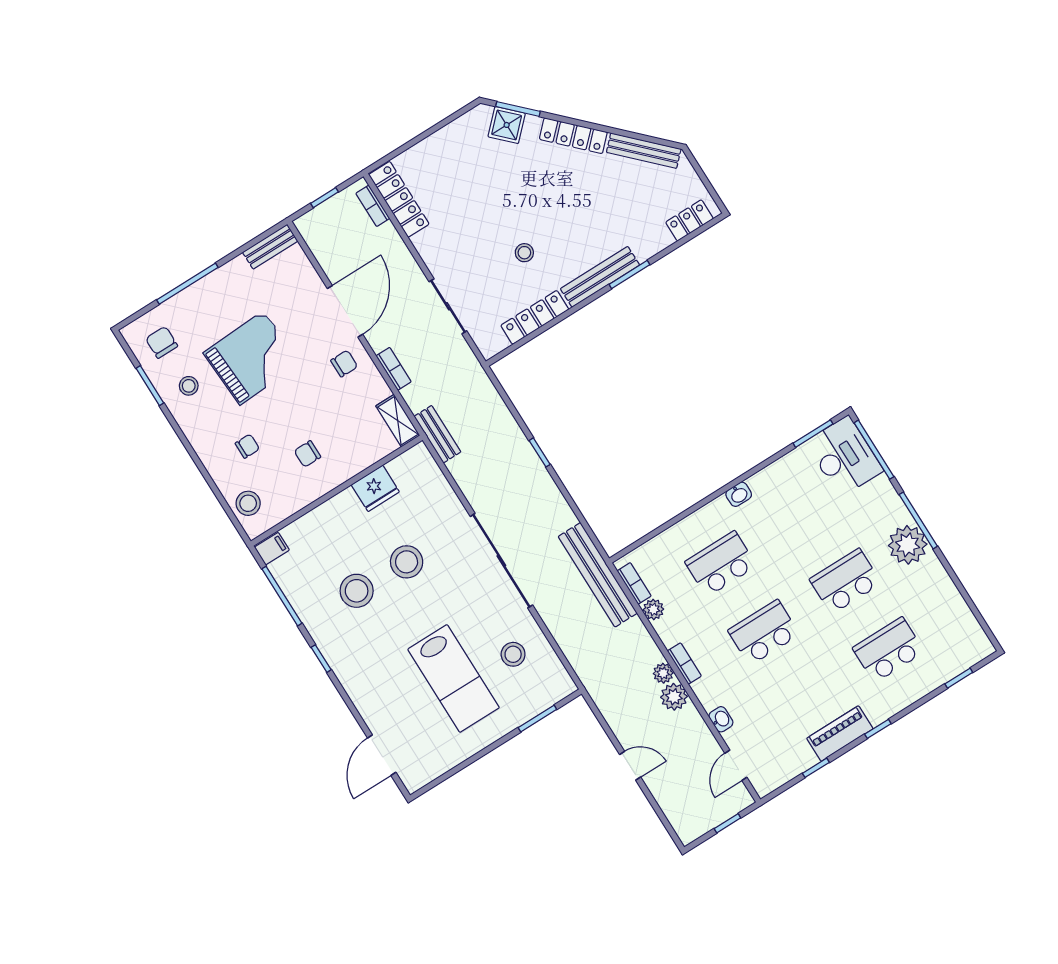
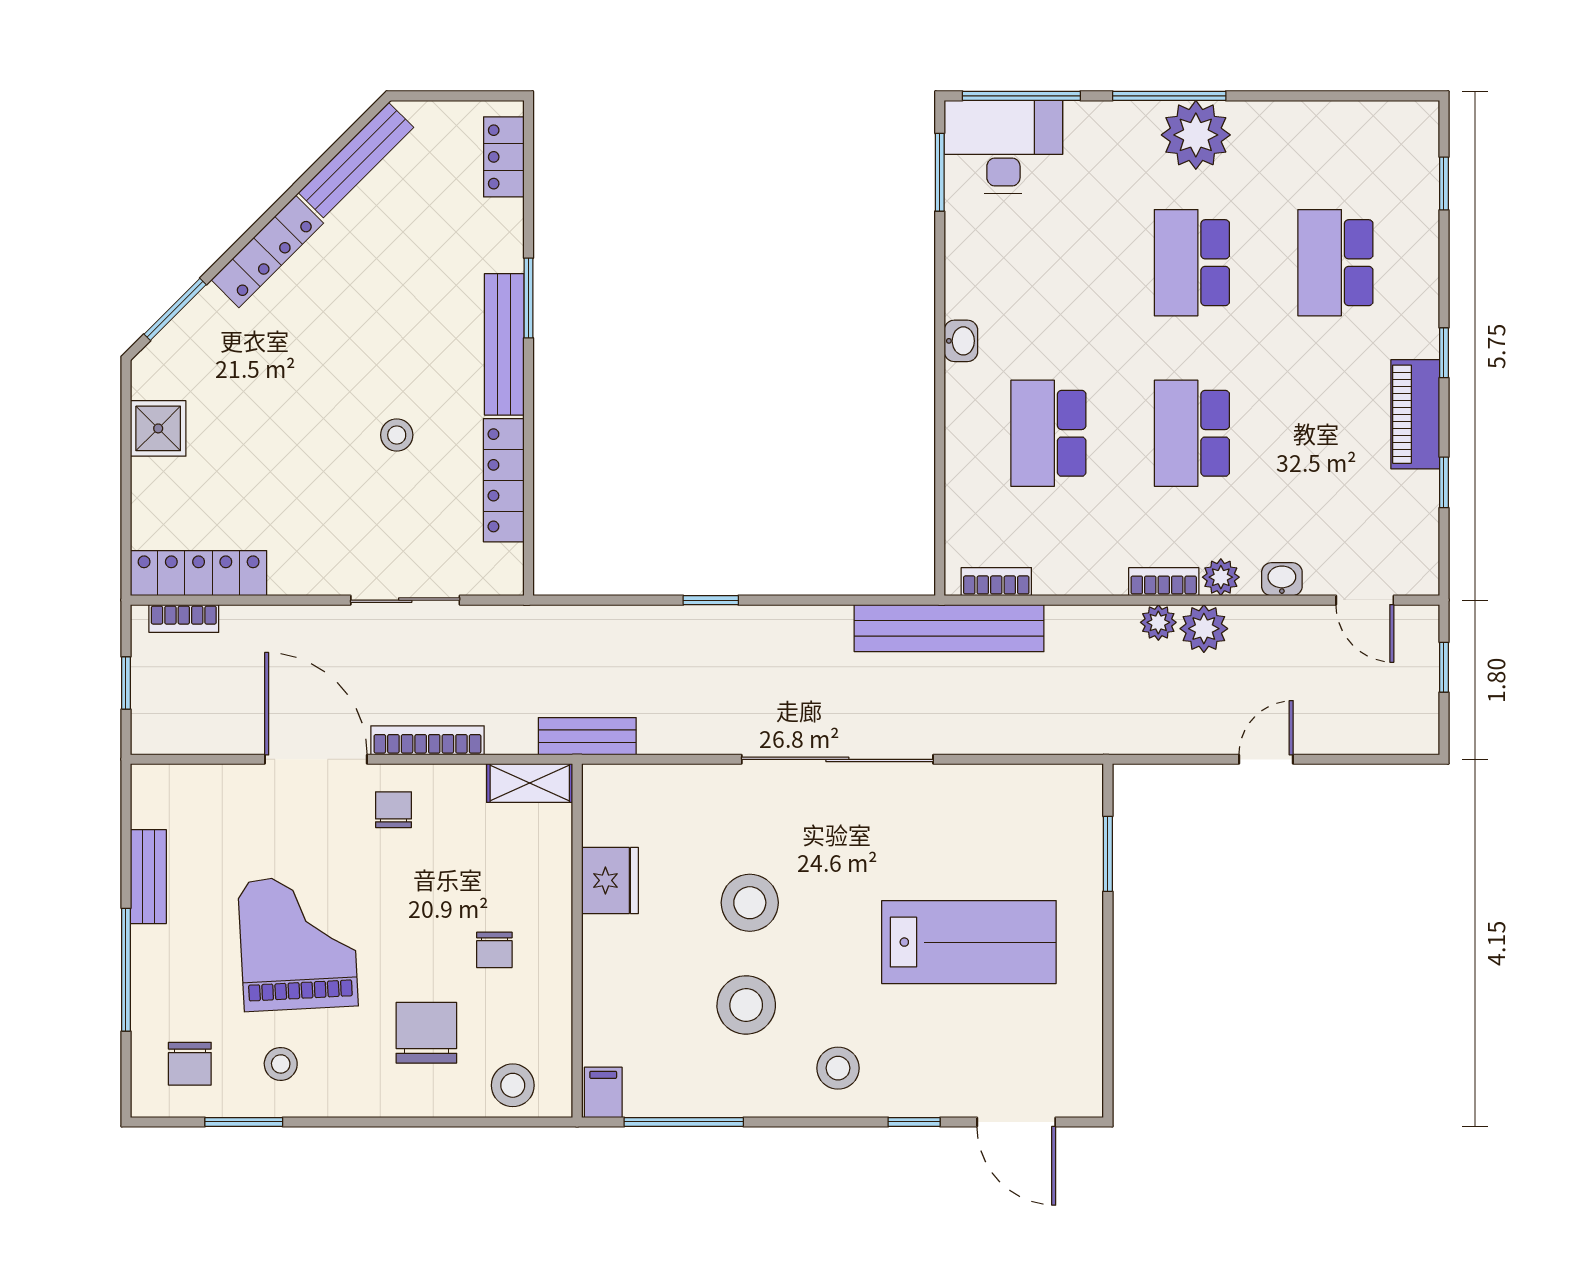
shower: (507, 125) -> (158, 428), moved, turned 45
bench: (270, 247) -> (148, 877), moved
chair: (162, 342) -> (190, 1064), turned -90
bookcase: (394, 369) -> (427, 740), width x1.56
chair: (247, 446) -> (426, 1033), width x1.87, depth x1.87
plant: (653, 609) -> (1221, 577), moved
stool: (513, 654) -> (838, 1068), moved
window: (321, 659) -> (914, 1122), moved

